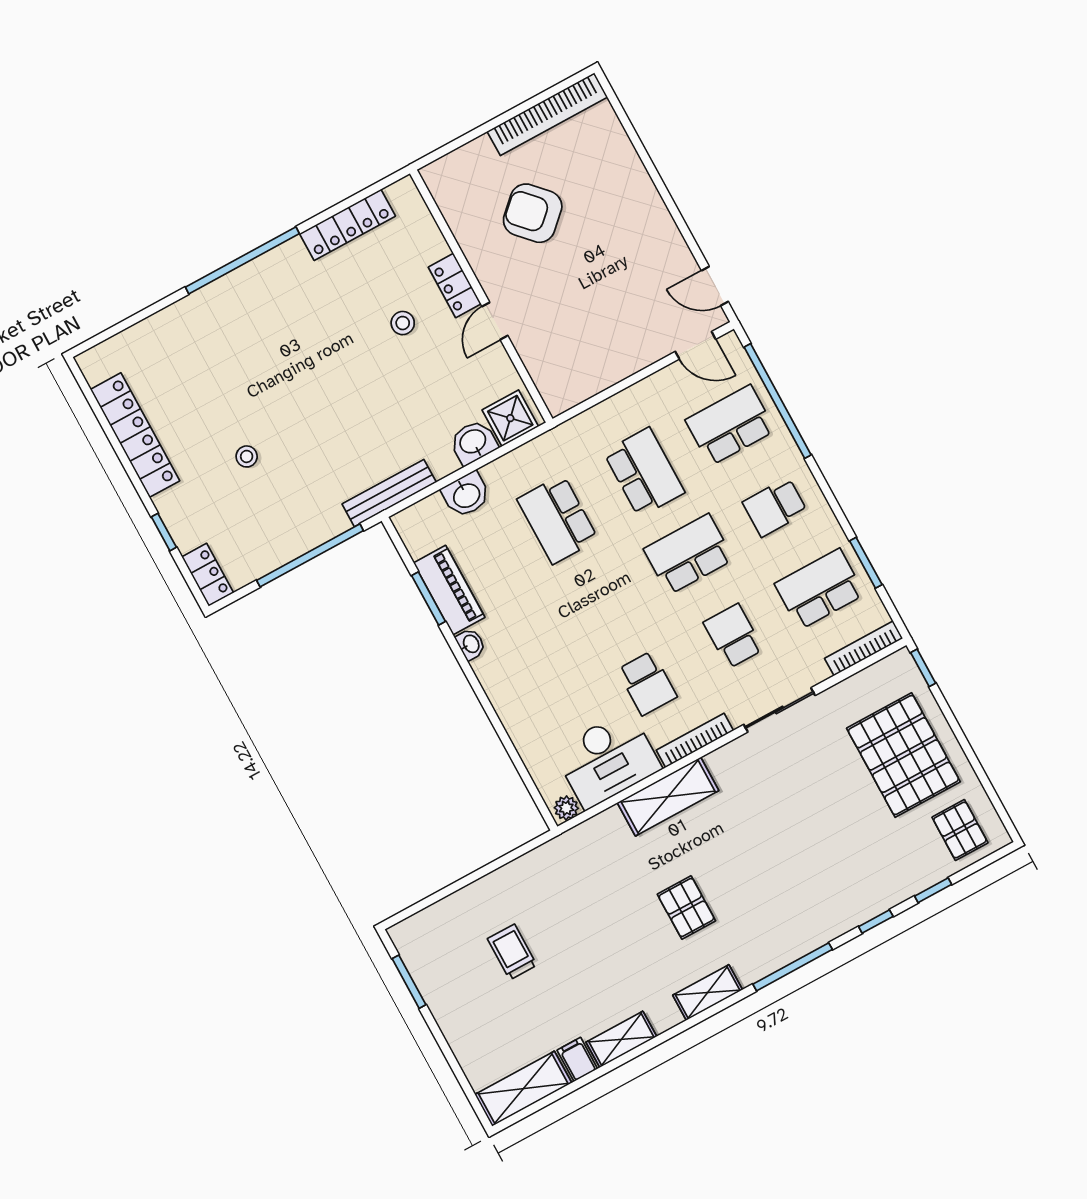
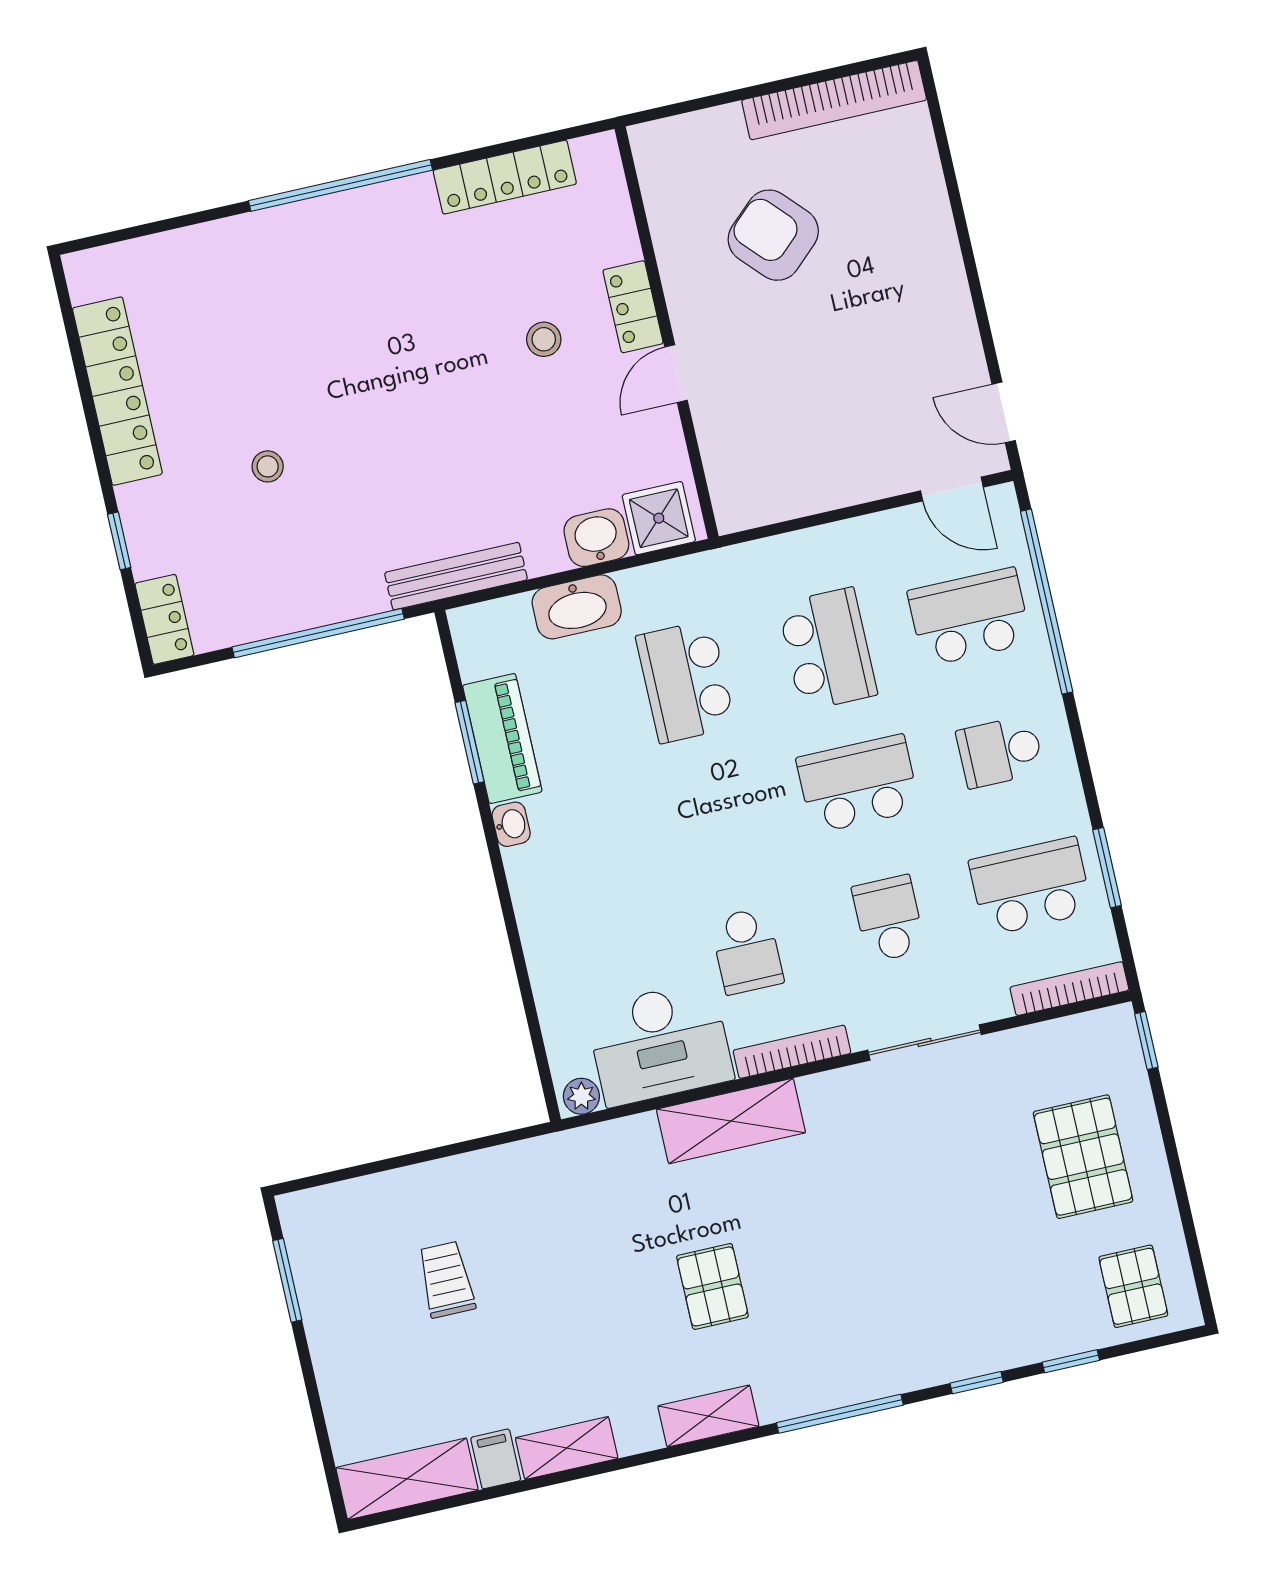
washbasin: (466, 495) -> (577, 607), width x1.38
pallet: (903, 755) -> (1083, 1157), width x0.73, depth x0.71

